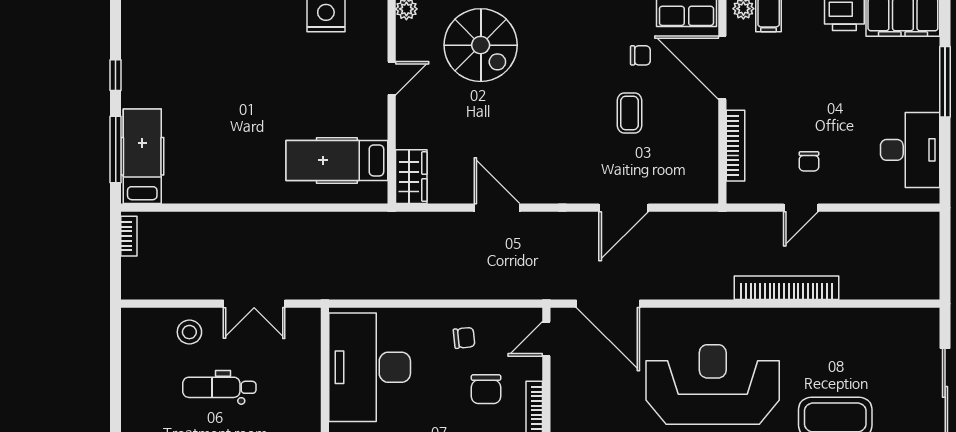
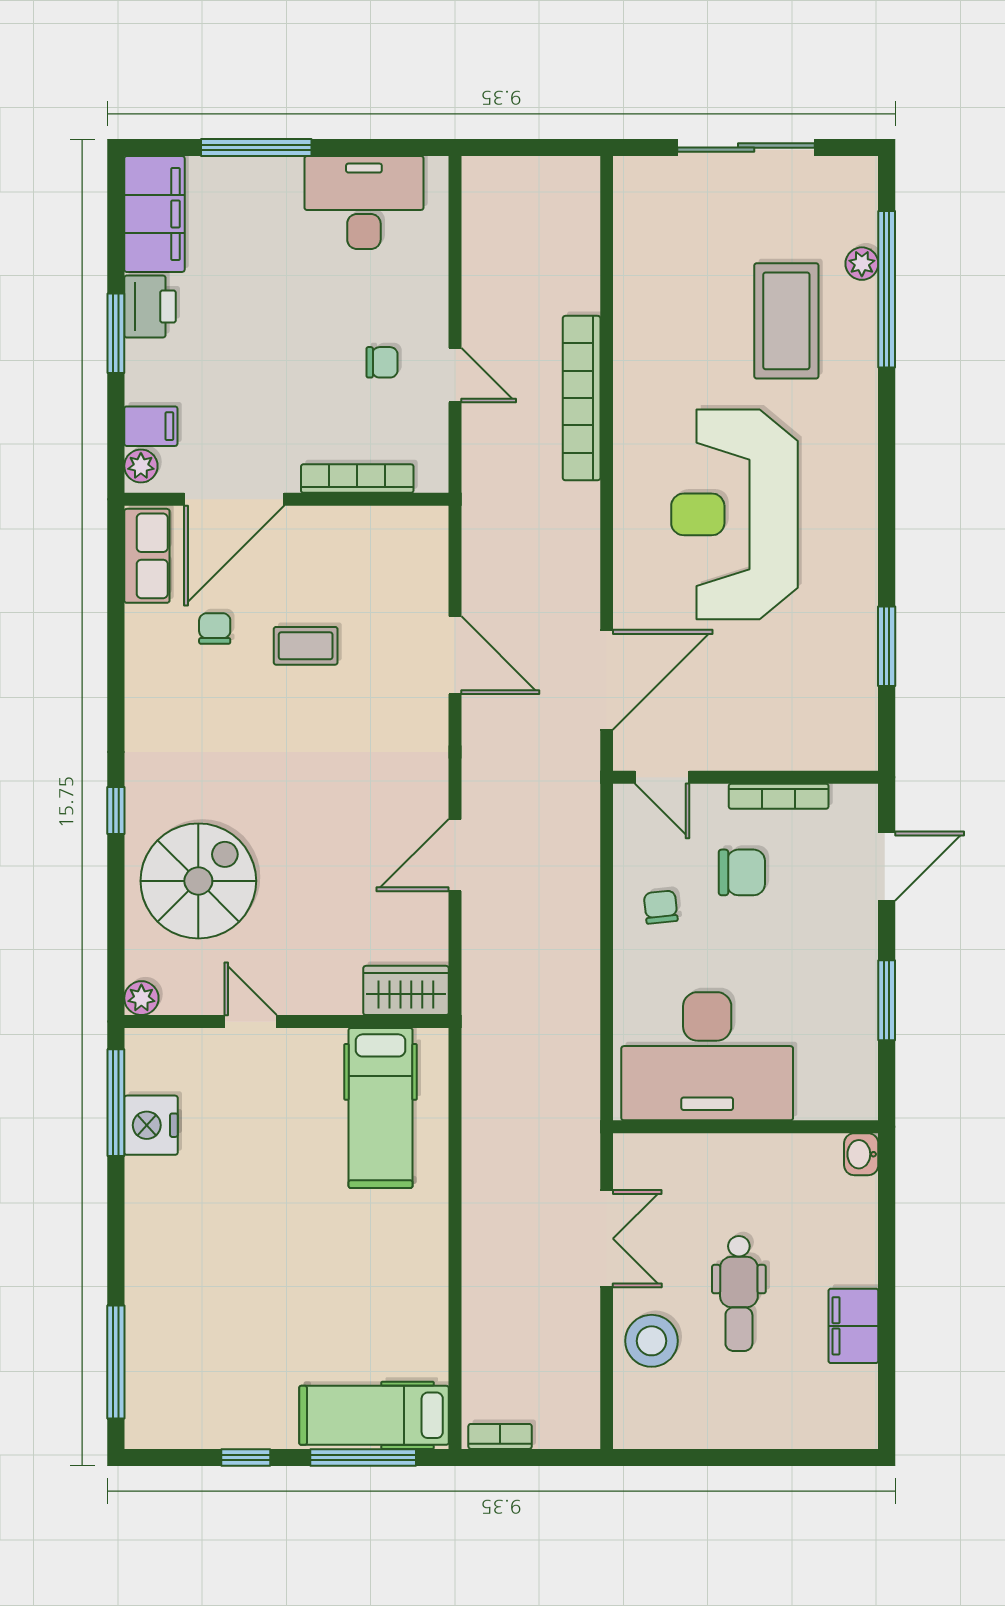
stool: (189, 332) -> (652, 1341), width x1.38, depth x1.38

